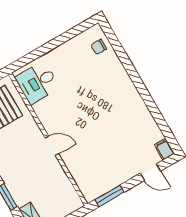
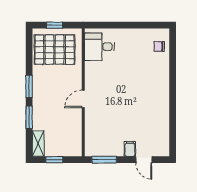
door: (52, 146) -> (83, 99), swing flipped
filing cabinet: (164, 149) -> (130, 149), moved

